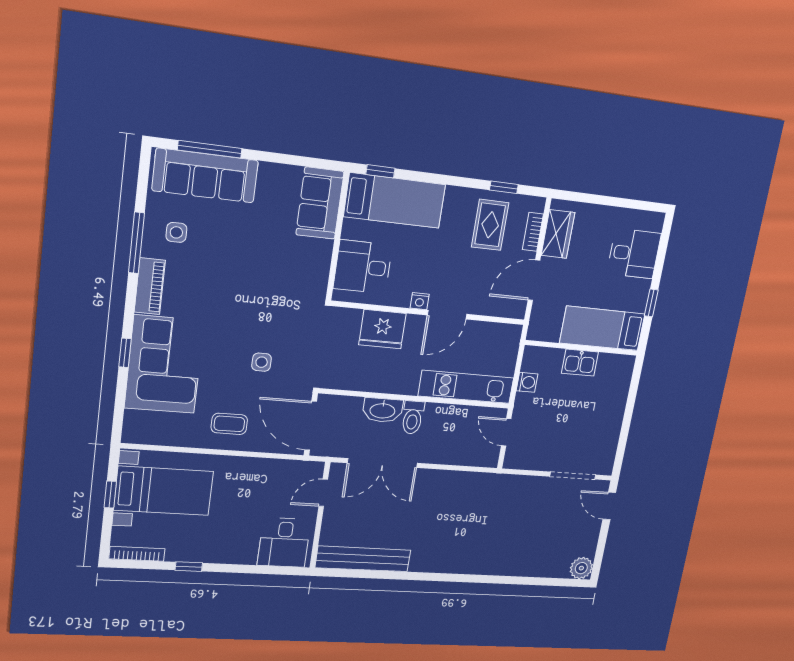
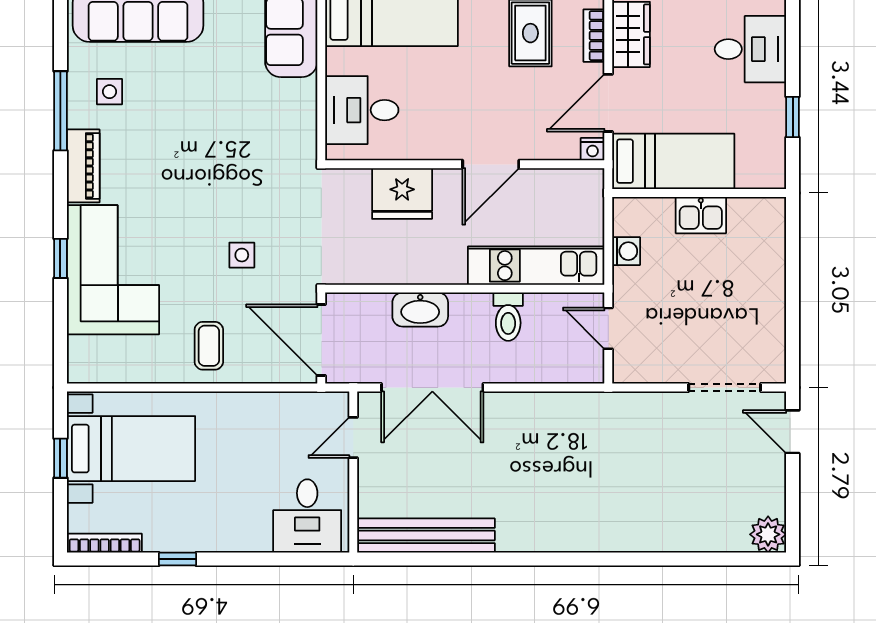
nightstand: (420, 301) -> (593, 149), moved
bed: (602, 328) -> (673, 161), moved, turned 180
toilet: (413, 417) -> (508, 317), moved
coffee table: (229, 424) -> (209, 346), turned 90

